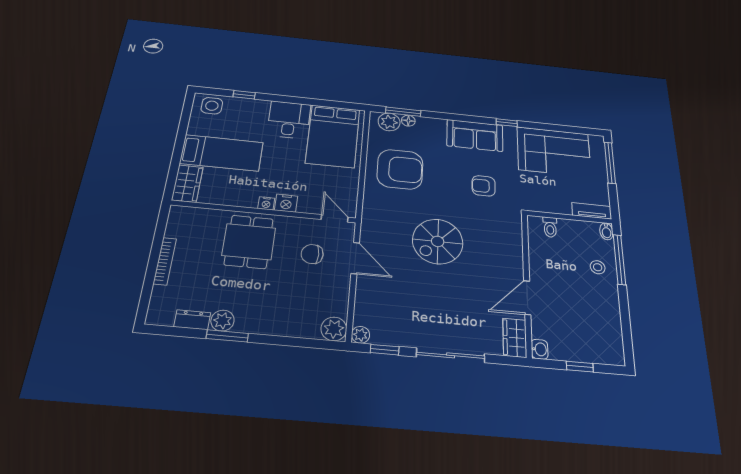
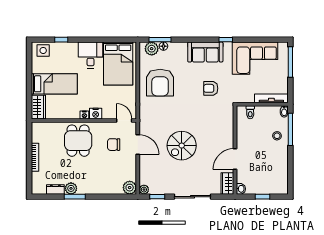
armchair: (400, 169) -> (160, 83), turned 90
tv unit: (592, 211) -> (271, 98), width x1.41
spiral stairs: (438, 241) -> (182, 146), moved

